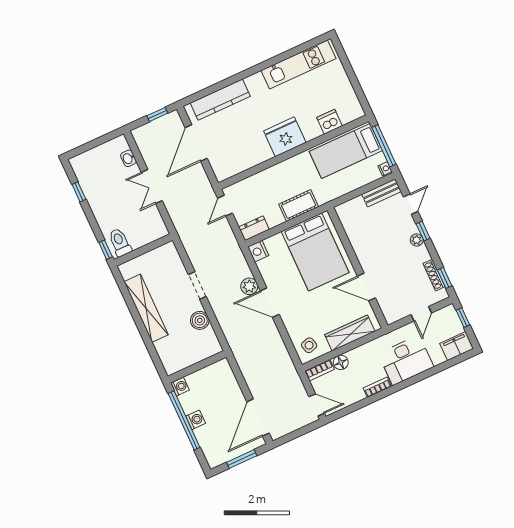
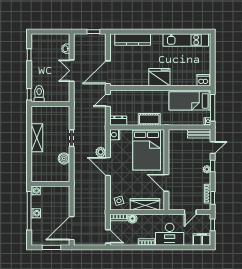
dishwasher: (330, 122) -> (203, 80), moved
door: (196, 143) -> (108, 72), moved
shelving: (146, 308) -> (37, 138), width x0.68

